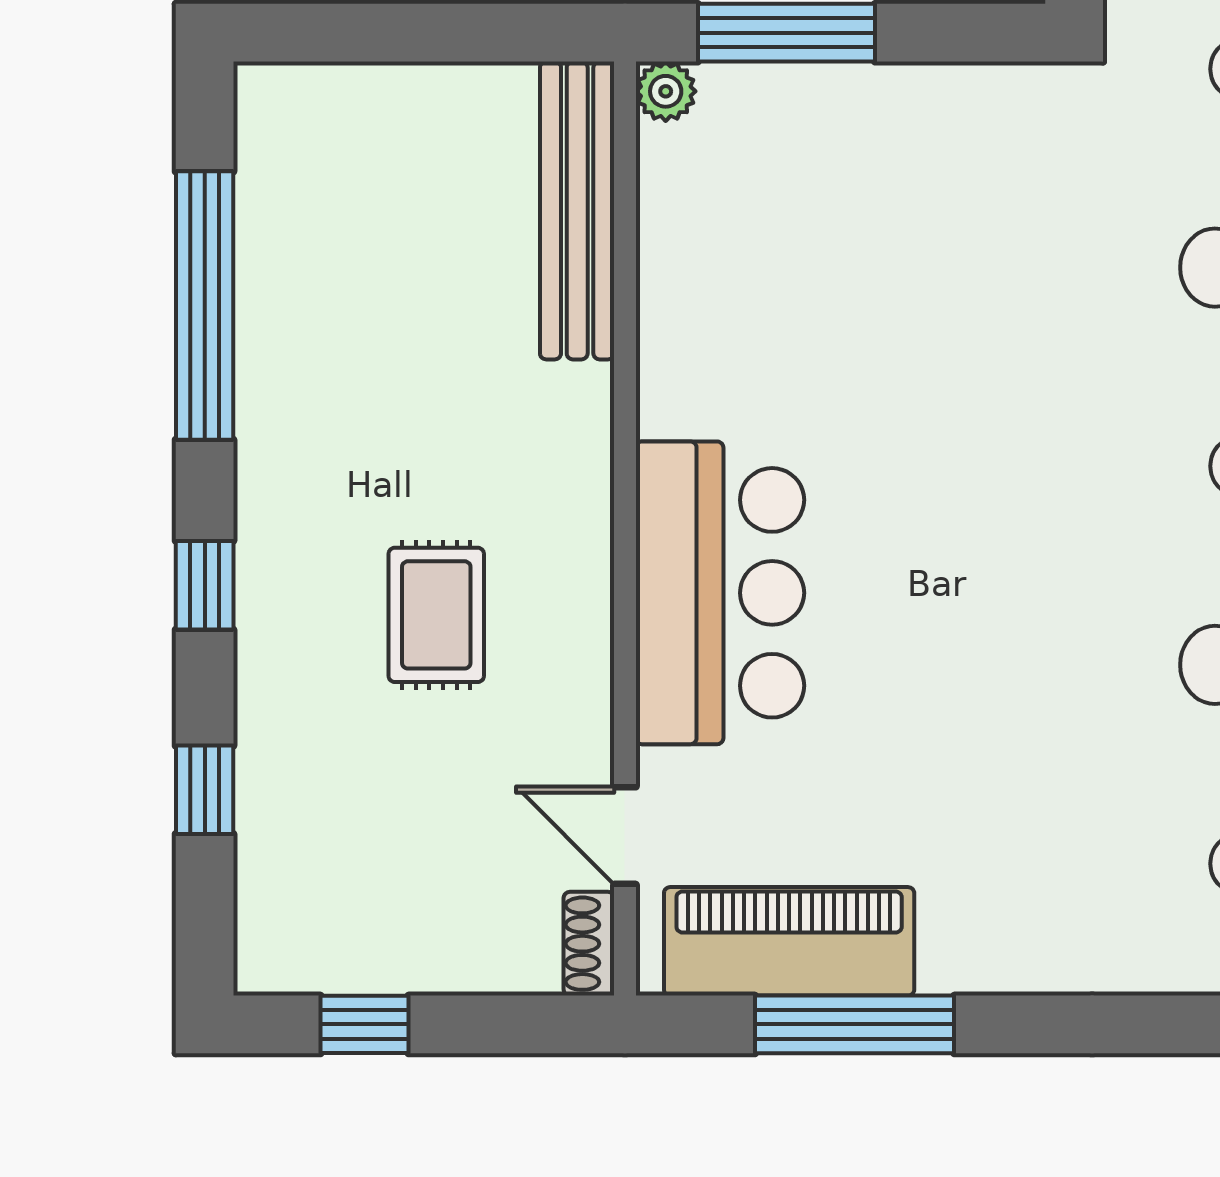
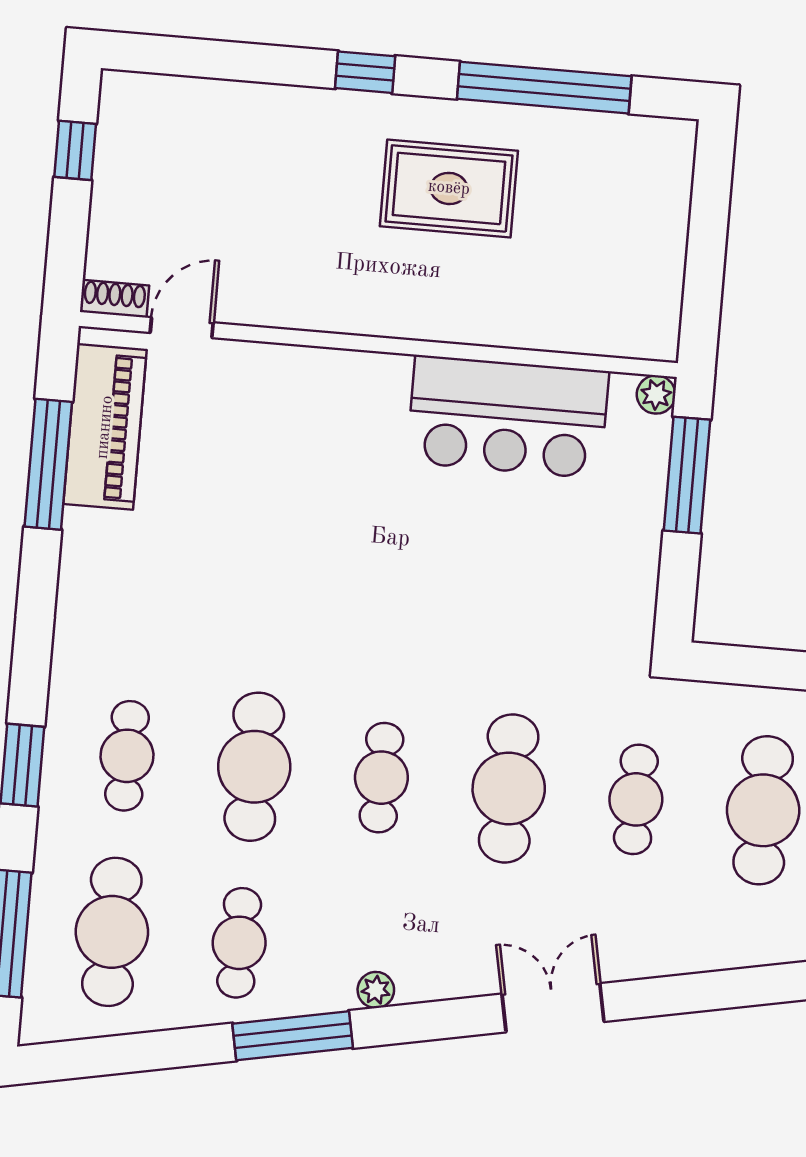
bench: (577, 210) -> (585, 331), removed
bar counter: (720, 593) -> (508, 417), moved
rug: (436, 615) -> (449, 188), moved, width x1.36, depth x1.43
window: (205, 790) -> (234, 61), removed

